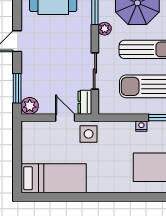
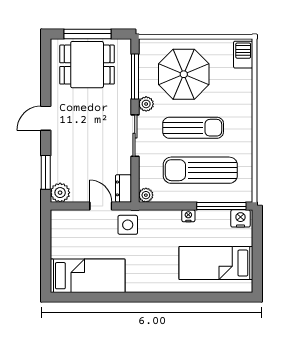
sliding door: (95, 71) -> (135, 136), moved
plant: (104, 108) -> (146, 195), added

